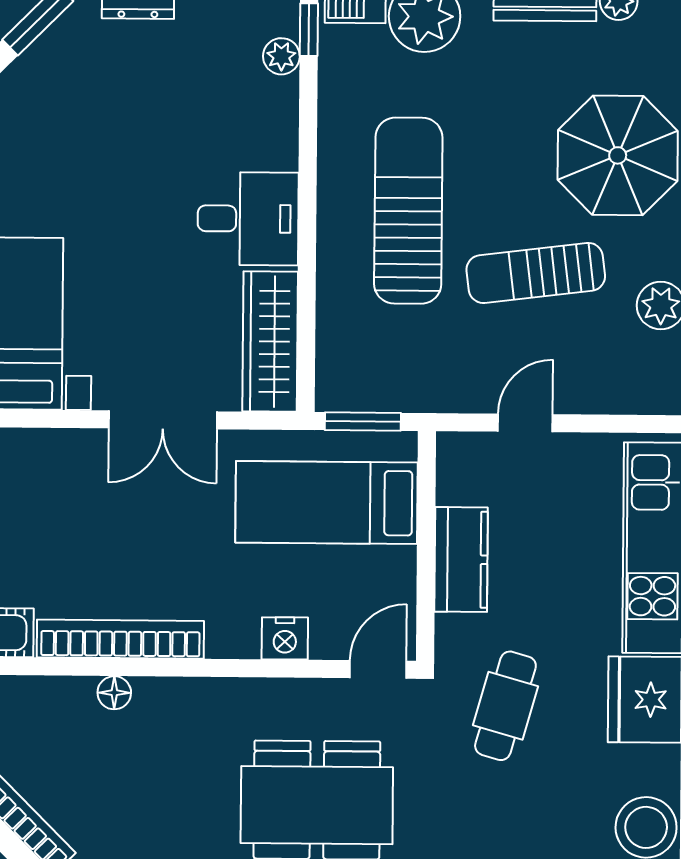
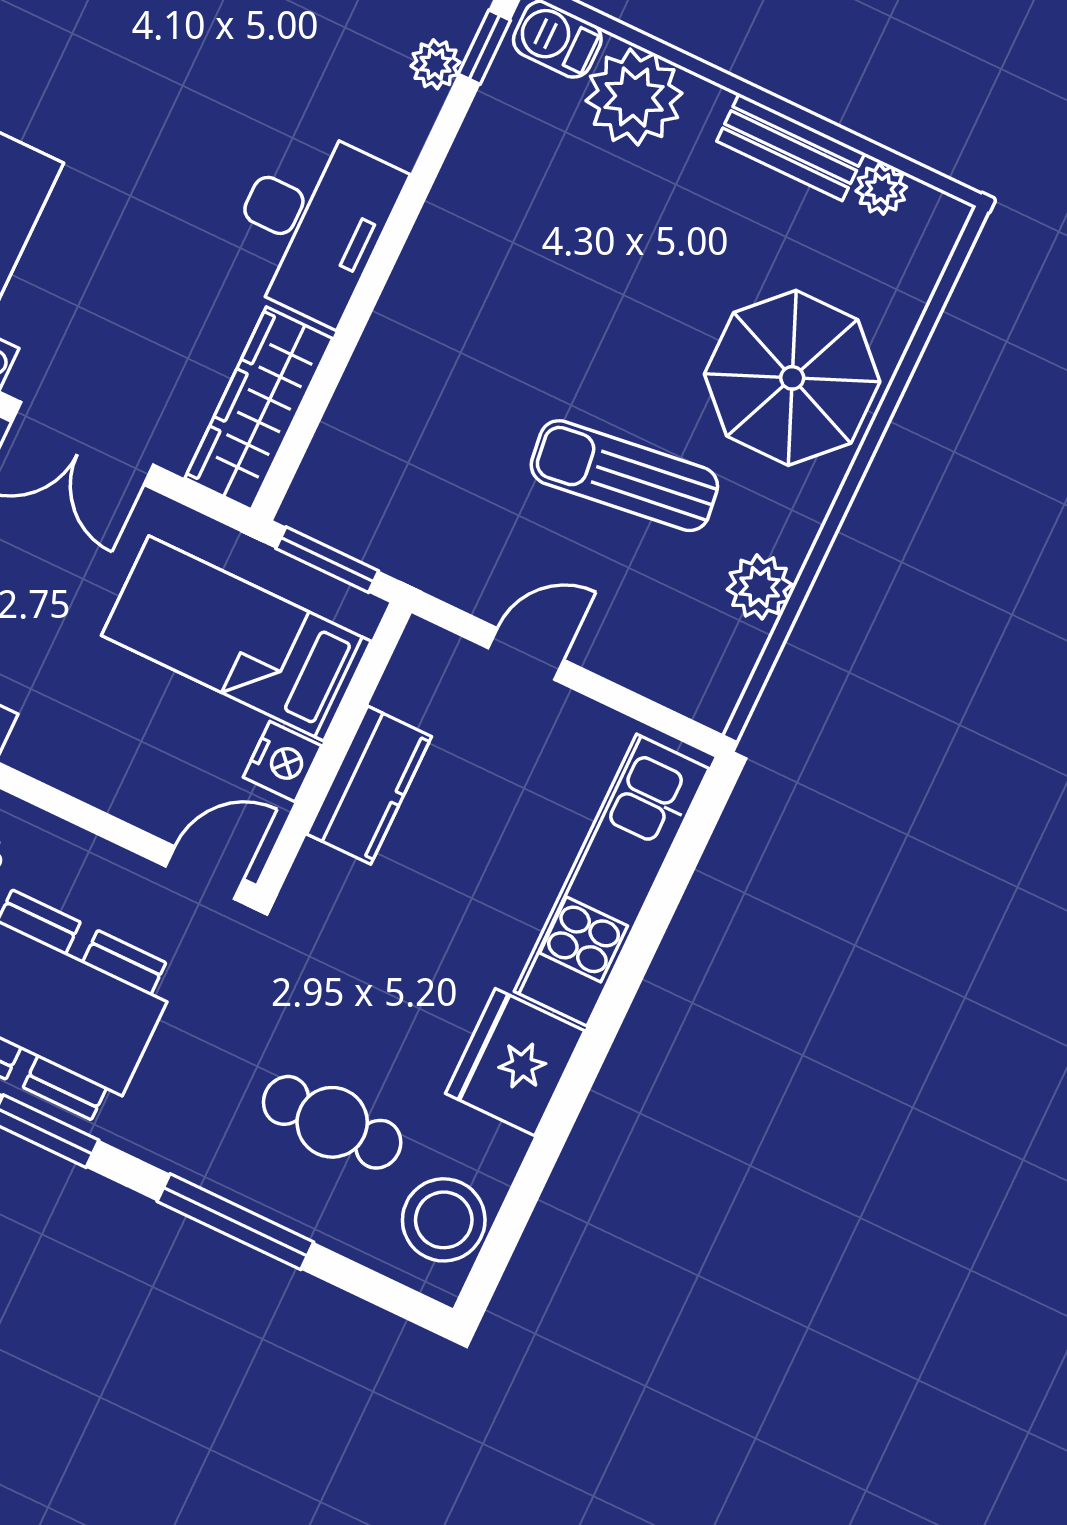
sun lounger: (408, 211) -> (503, 326), removed
desk: (248, 219) -> (312, 223), width x1.37
nightstand: (285, 638) -> (282, 761), moved, turned -90
cafe table: (505, 706) -> (332, 1122), moved, turned 74

